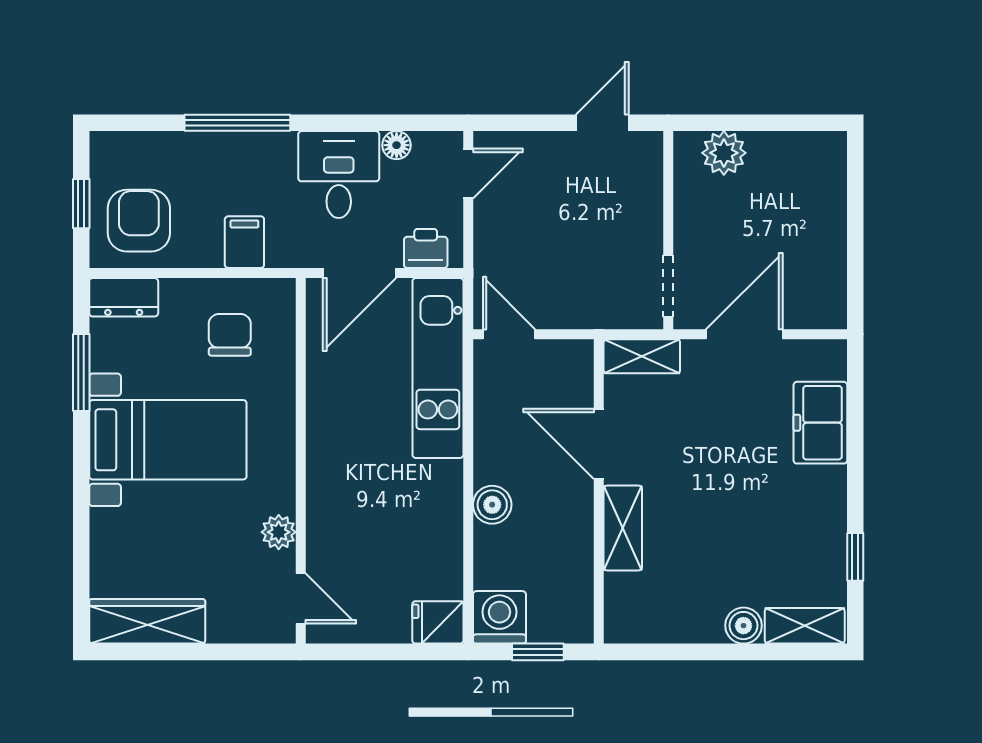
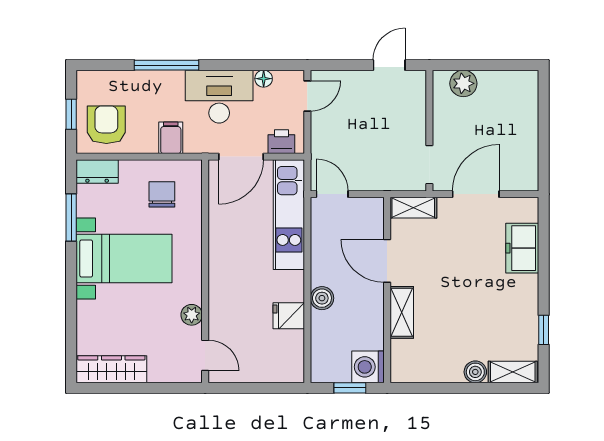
desk: (339, 175) -> (219, 97), width x1.37
washing machine: (499, 617) -> (368, 367), moved, turned -90
fridge: (438, 622) -> (289, 316), moved

